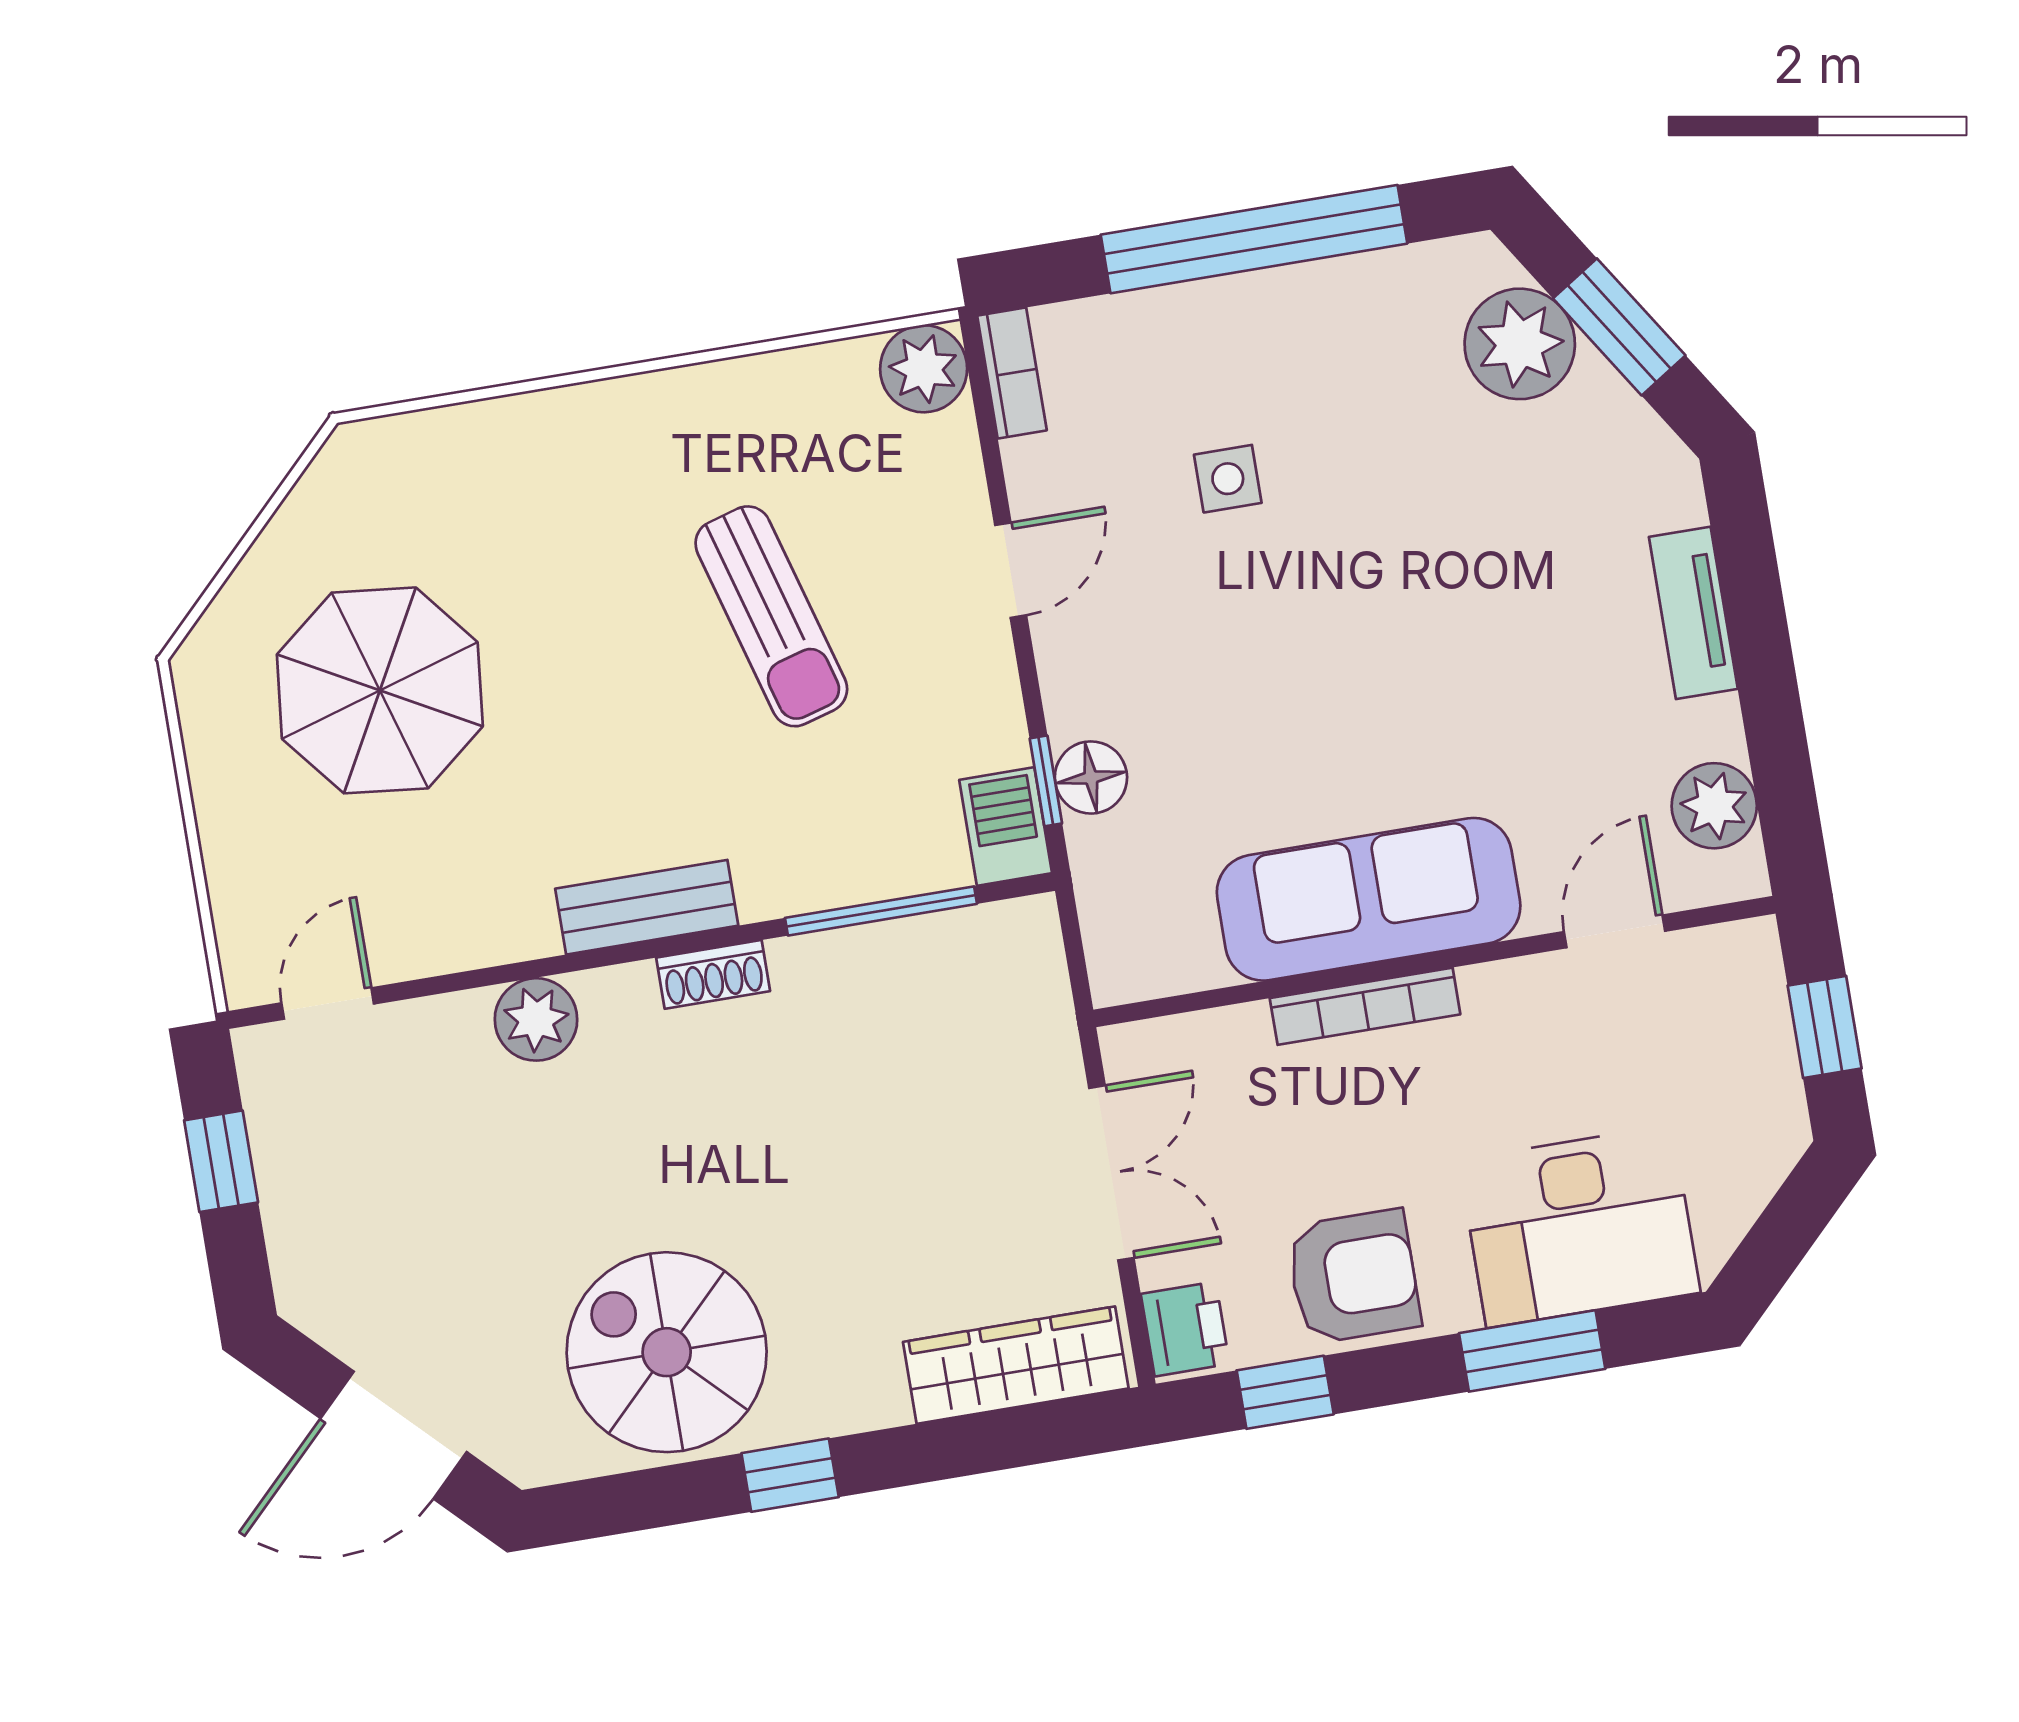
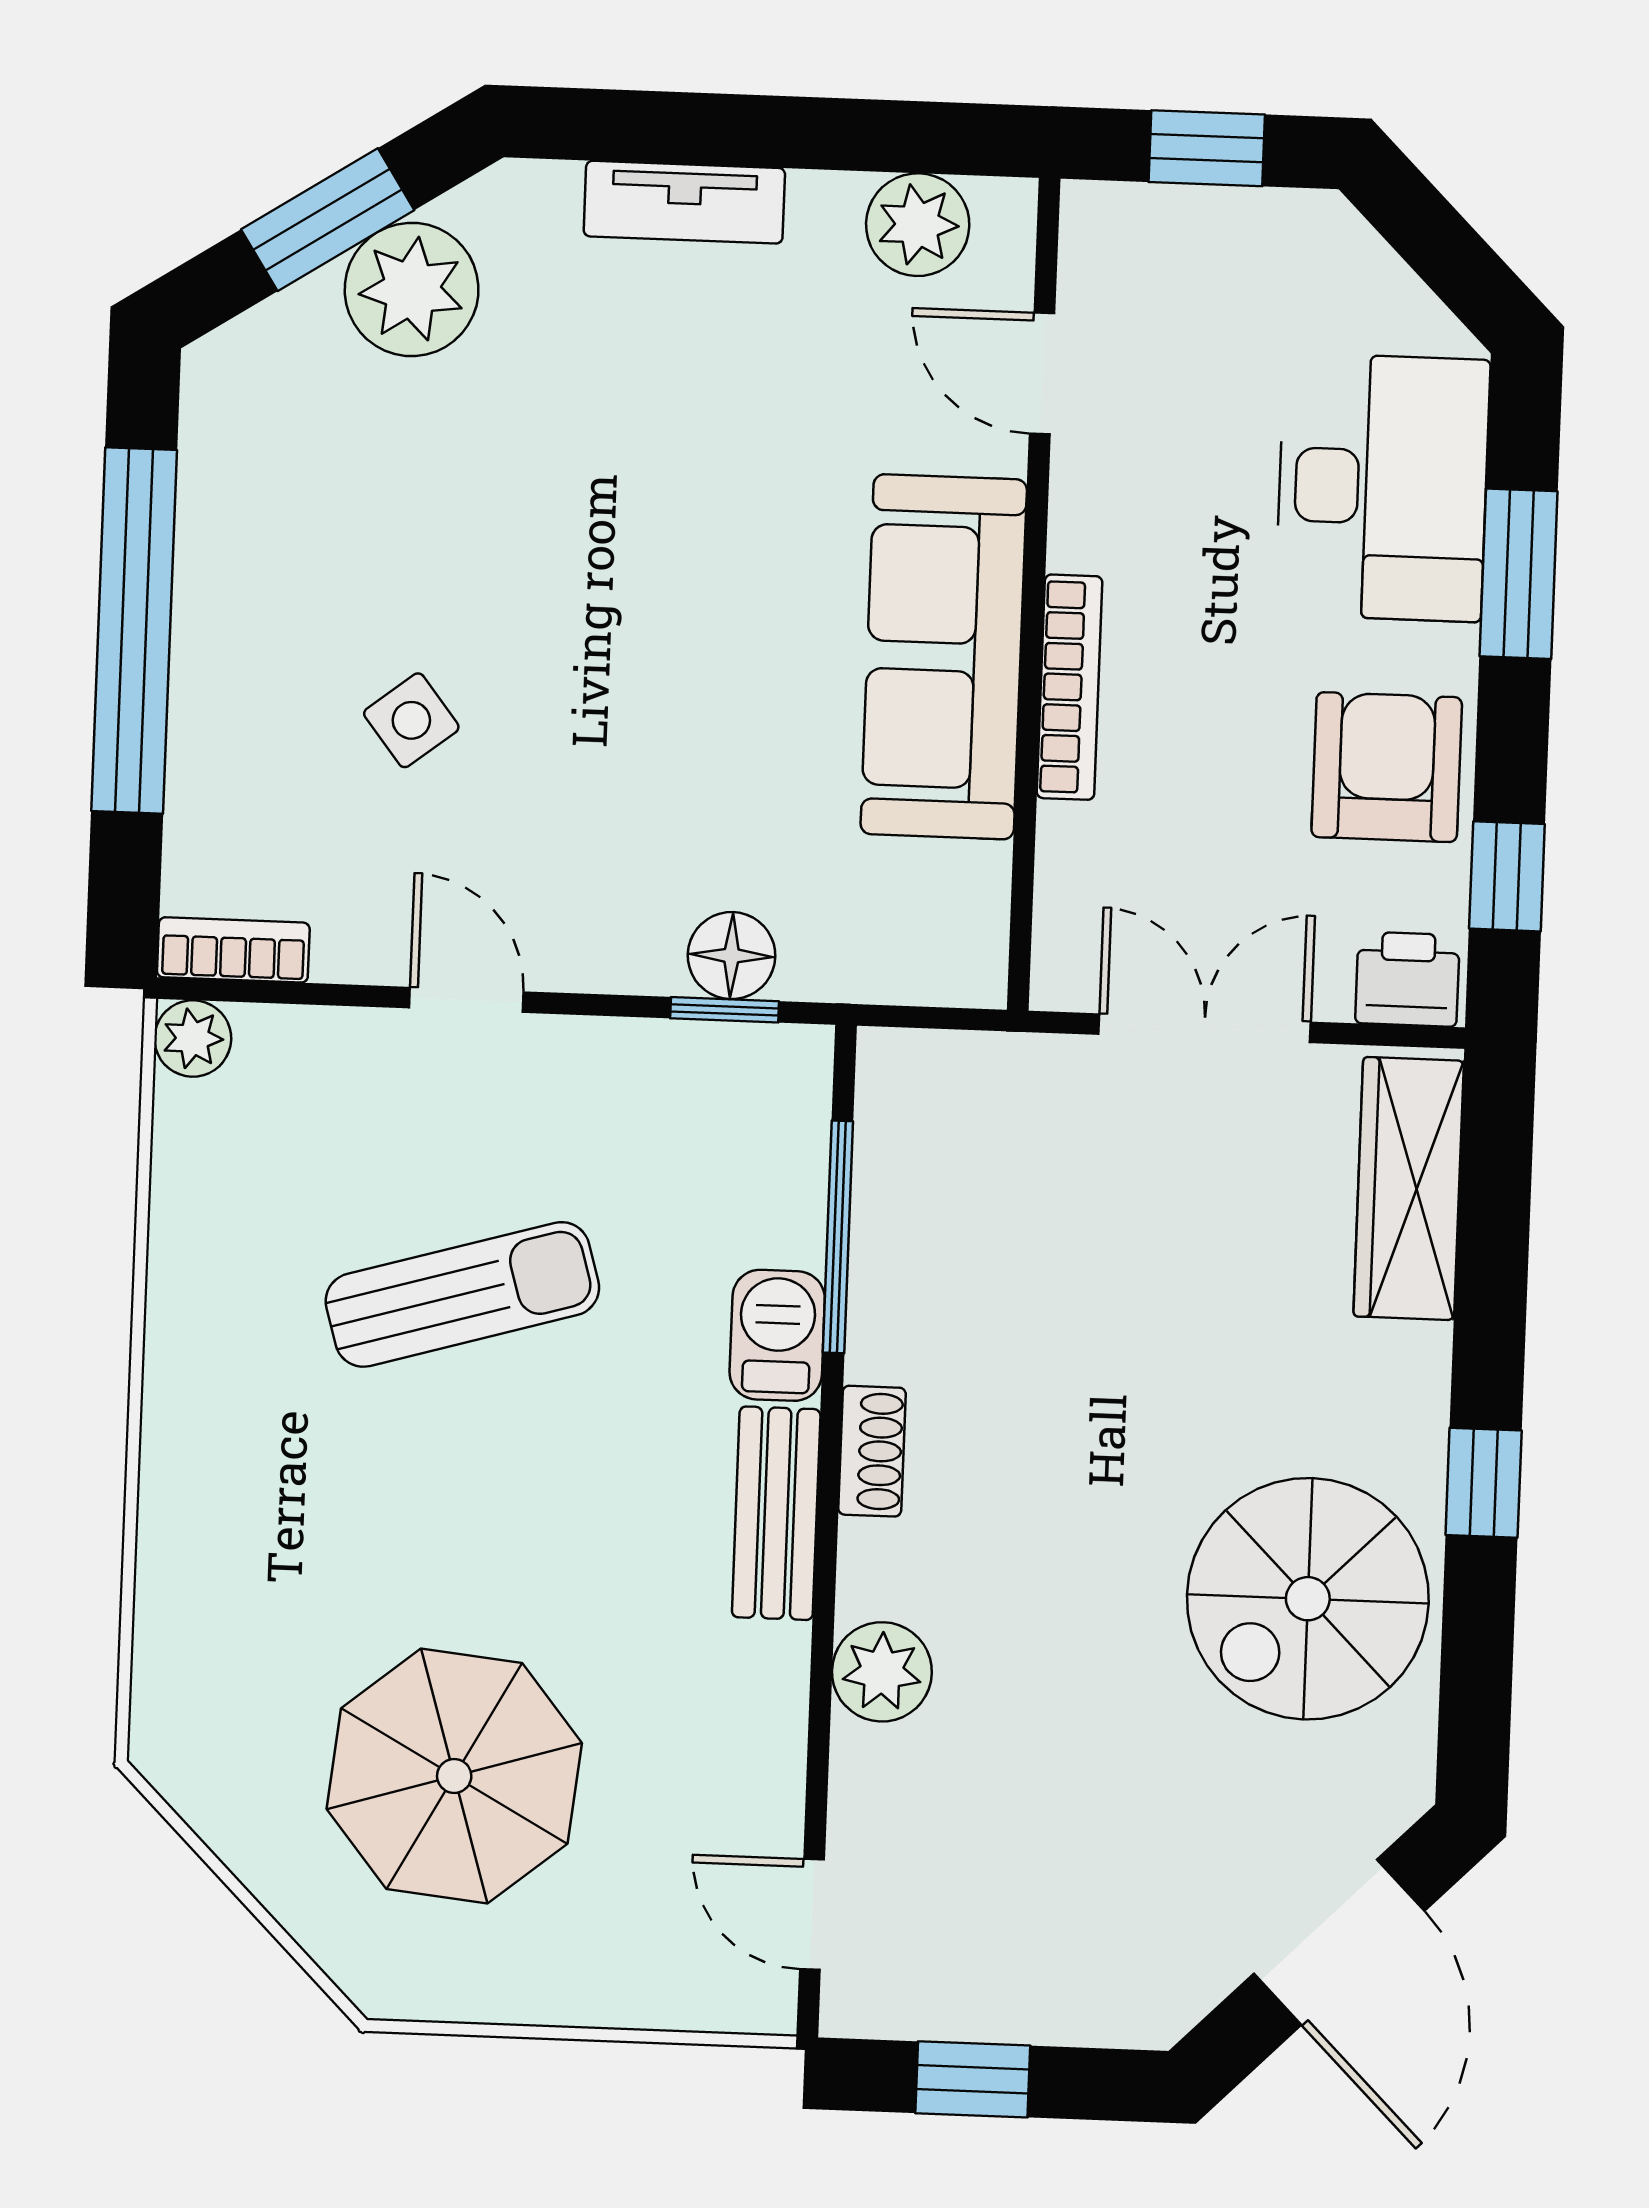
plant: (1520, 344) -> (412, 289), moved
plant: (924, 369) -> (193, 1038), width x0.73, depth x0.73
side table: (1228, 479) -> (411, 720), turned -38
barbecue: (1006, 826) -> (777, 1335), moved, turned 90

